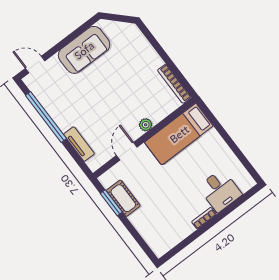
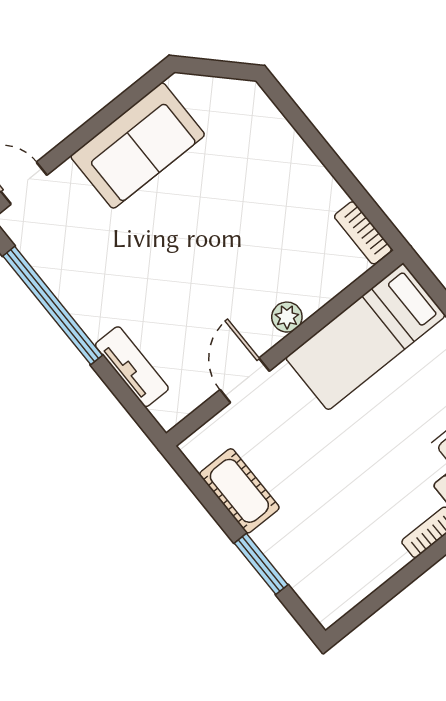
bookcase: (174, 84) -> (363, 233), width x0.64
window: (111, 203) -> (261, 564), moved

